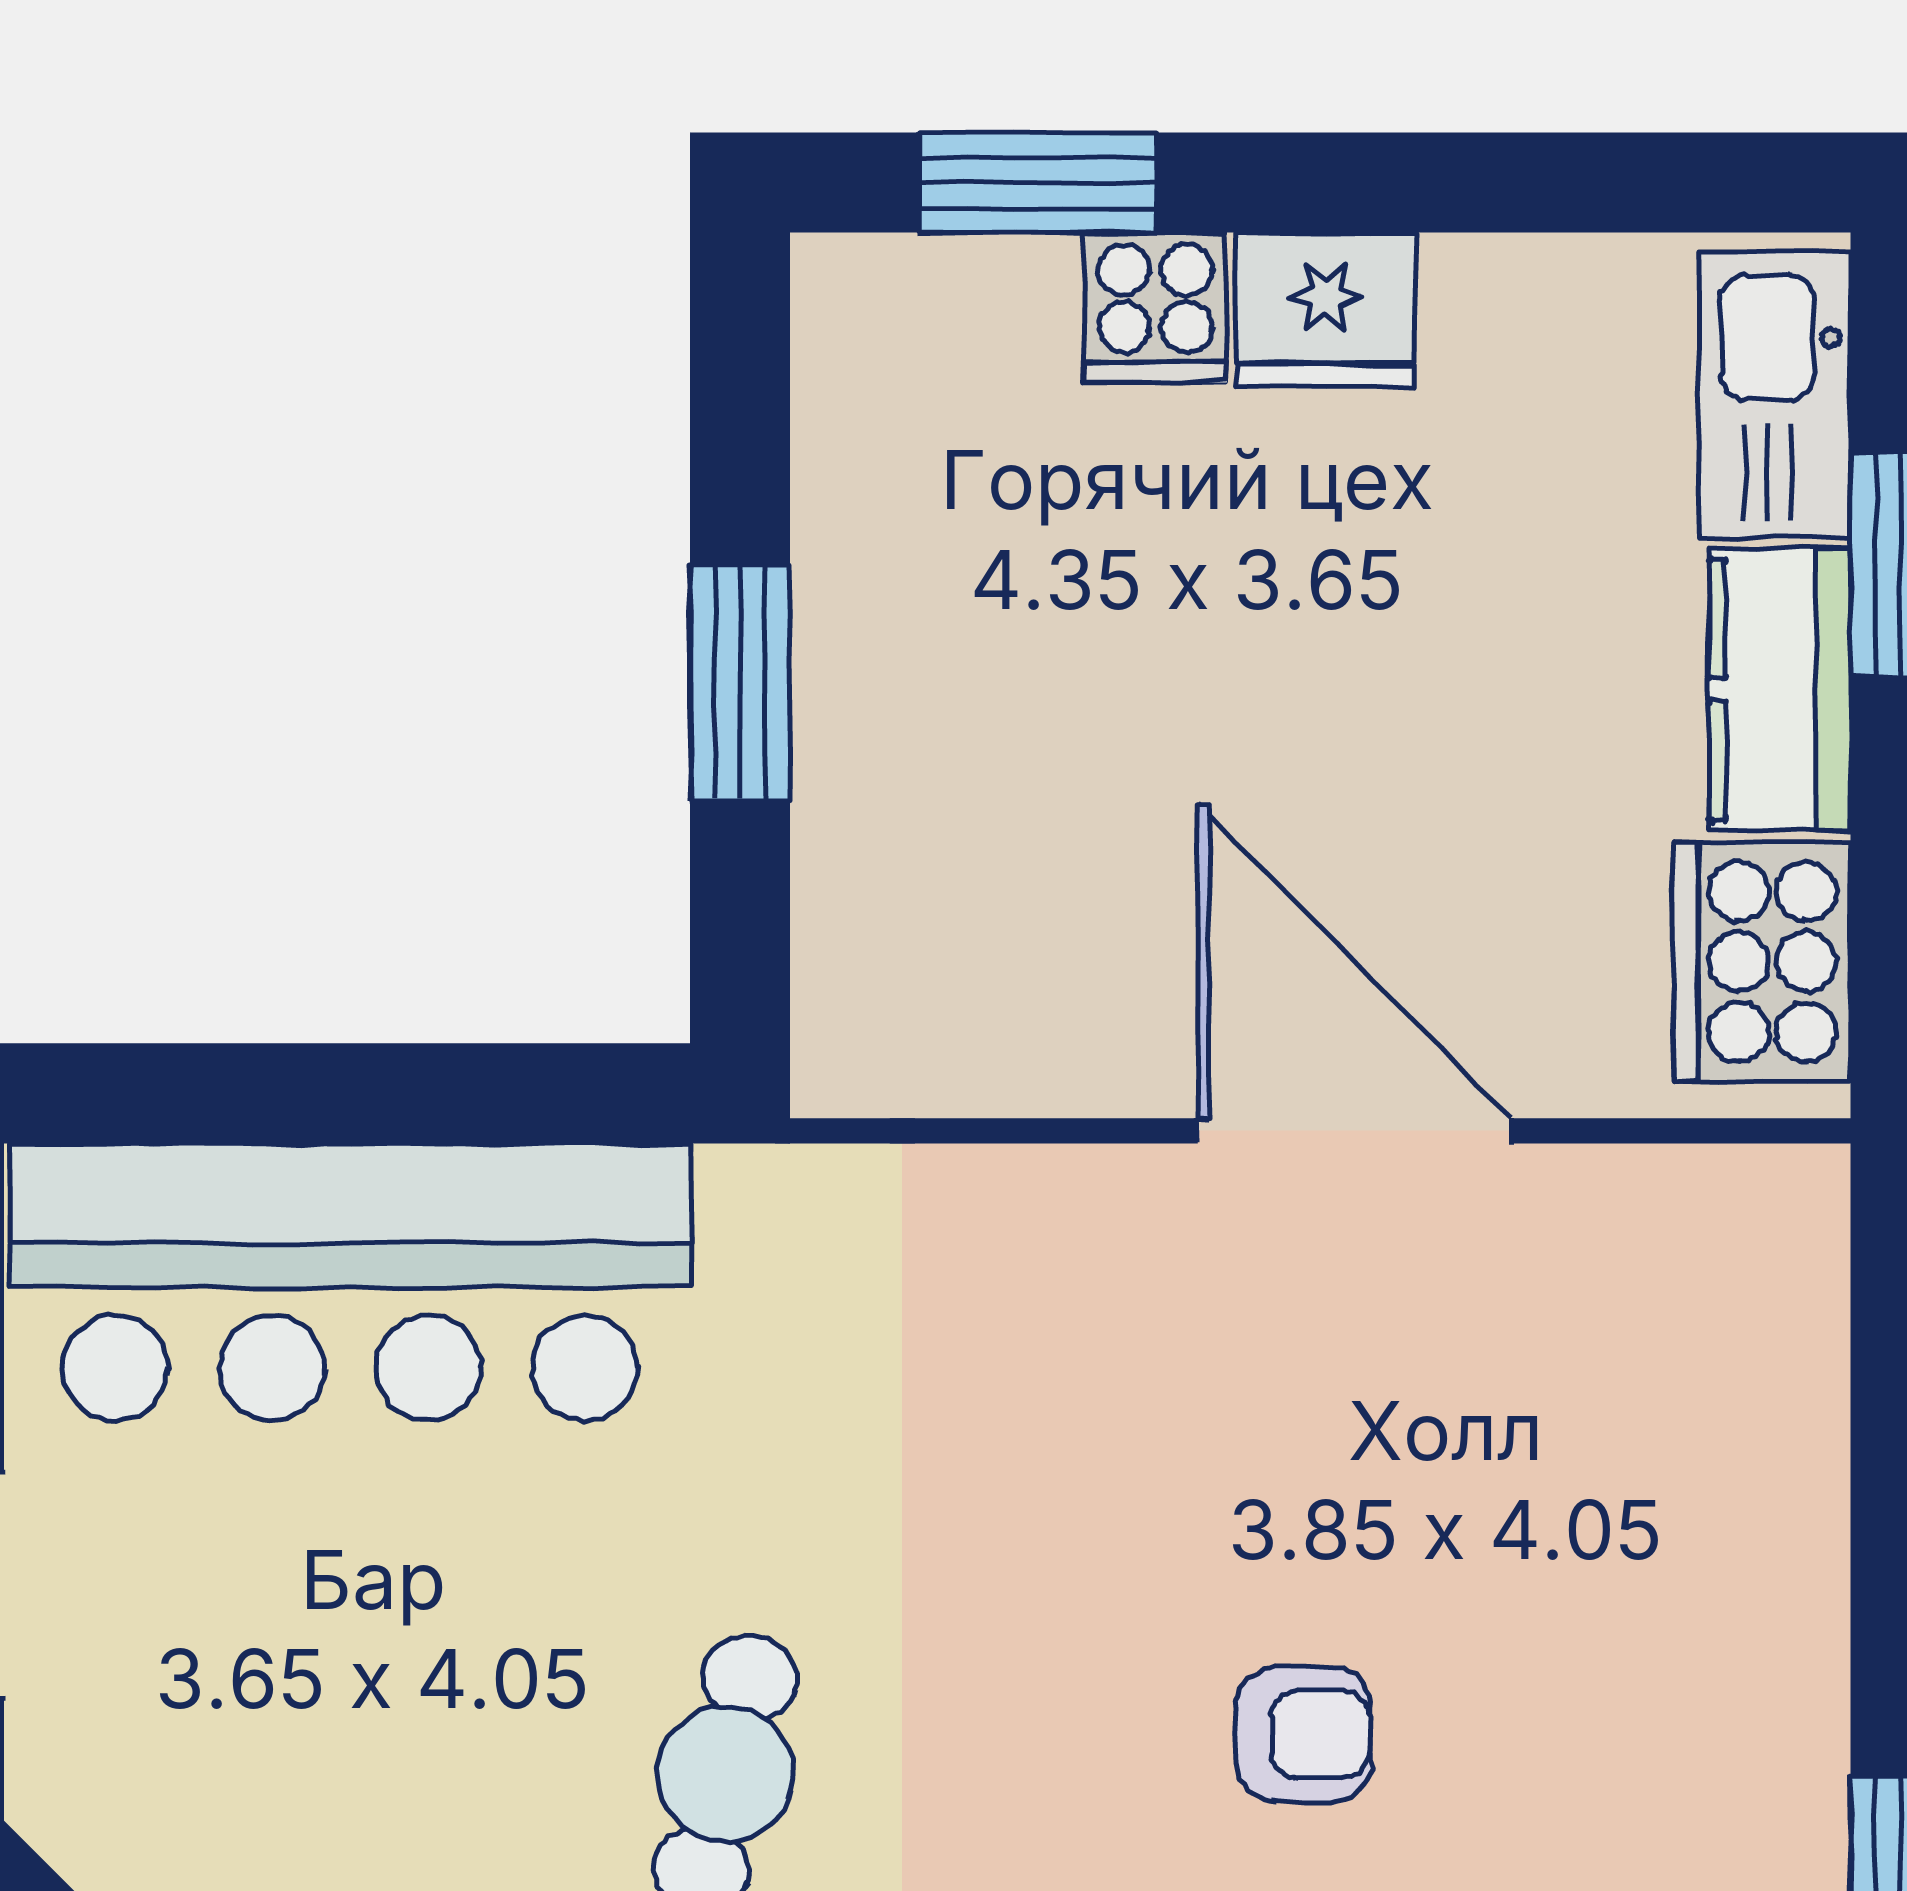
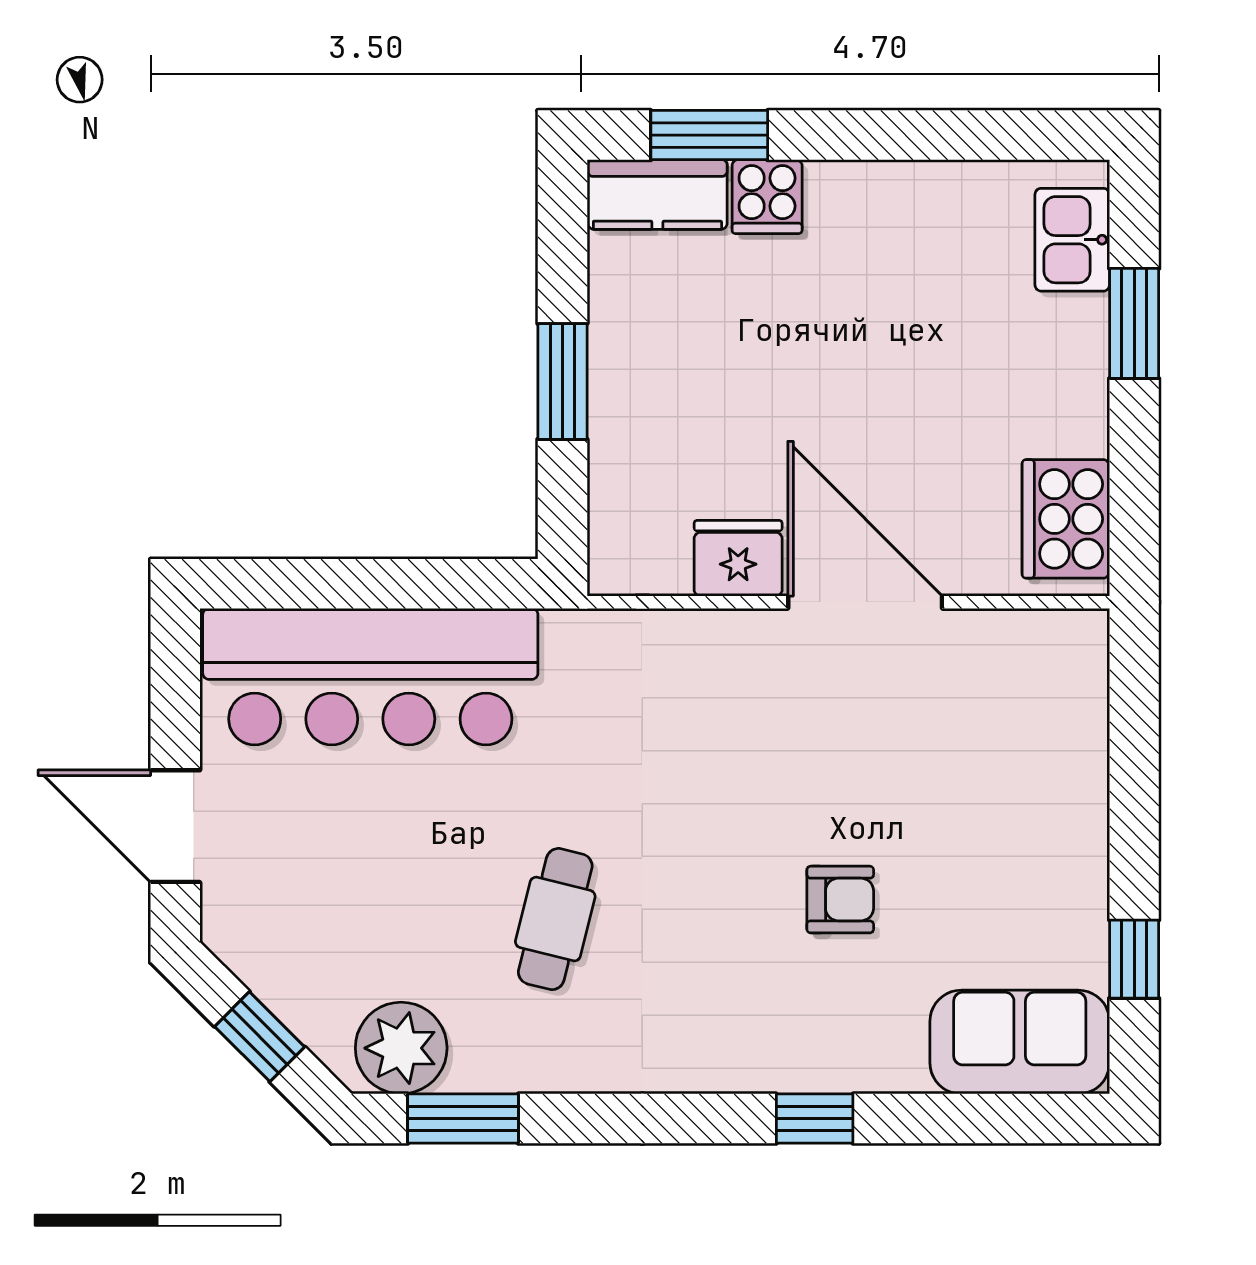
fridge: (1326, 309) -> (738, 558), moved, turned 180
kitchen sink: (1775, 395) -> (1072, 240), width x0.73
kitchen counter: (1780, 690) -> (657, 195), moved, turned -90

